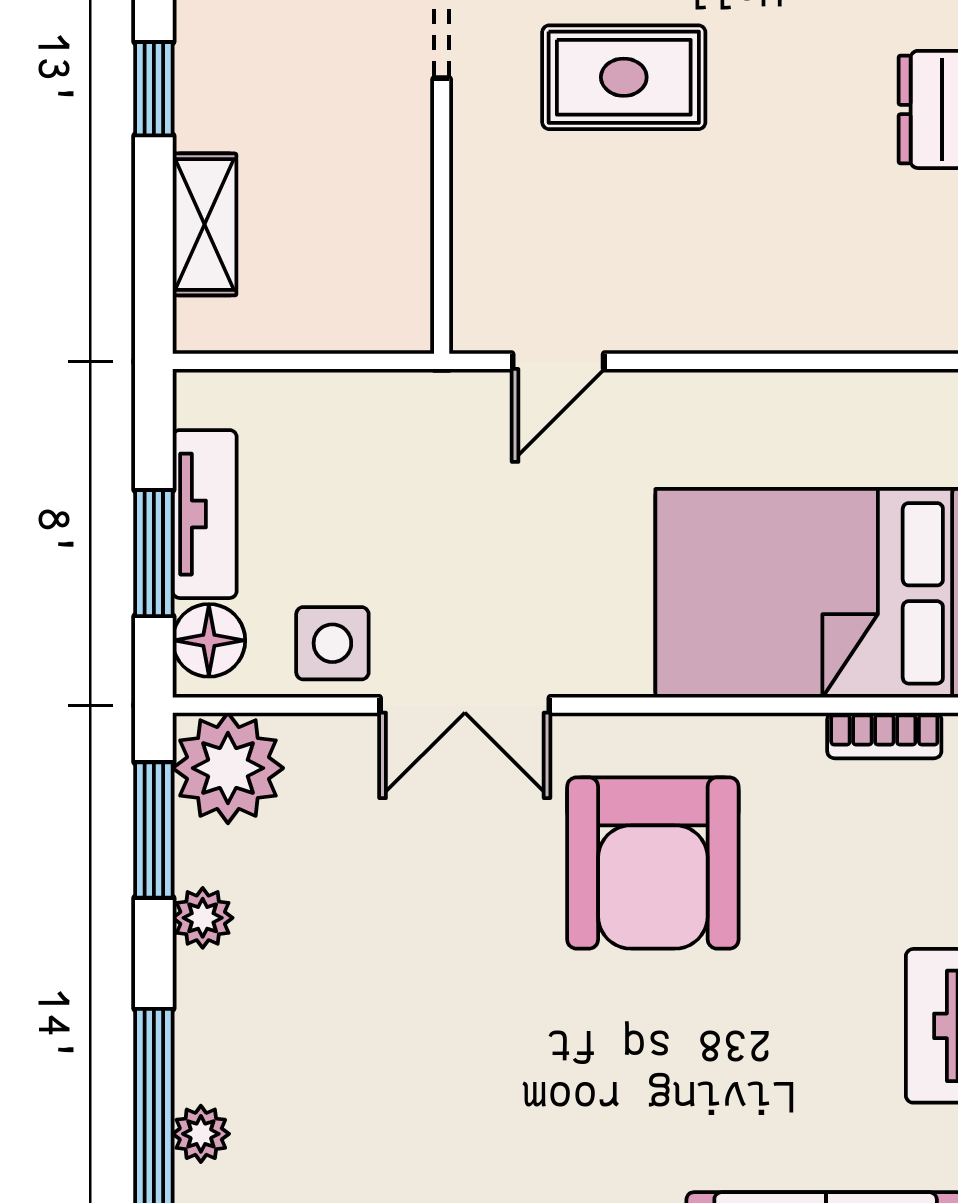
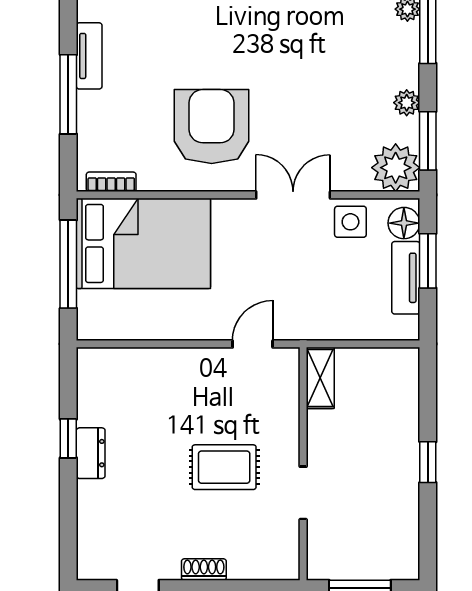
shelving: (204, 224) -> (320, 378), moved

